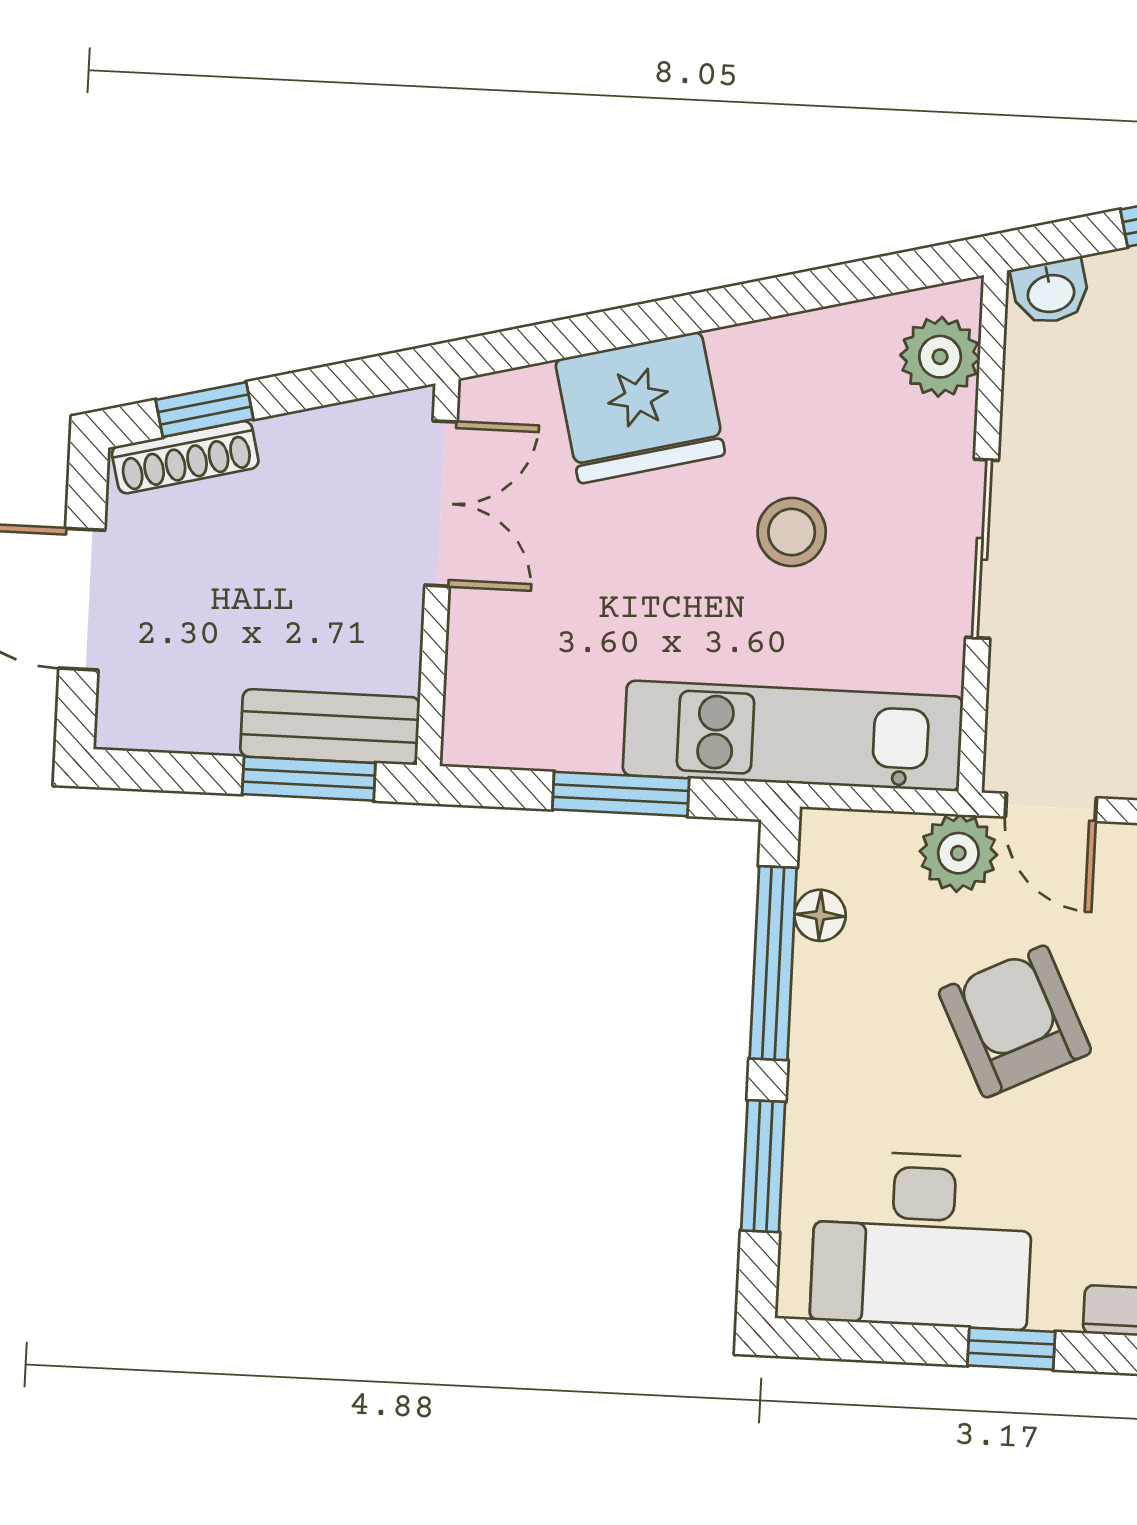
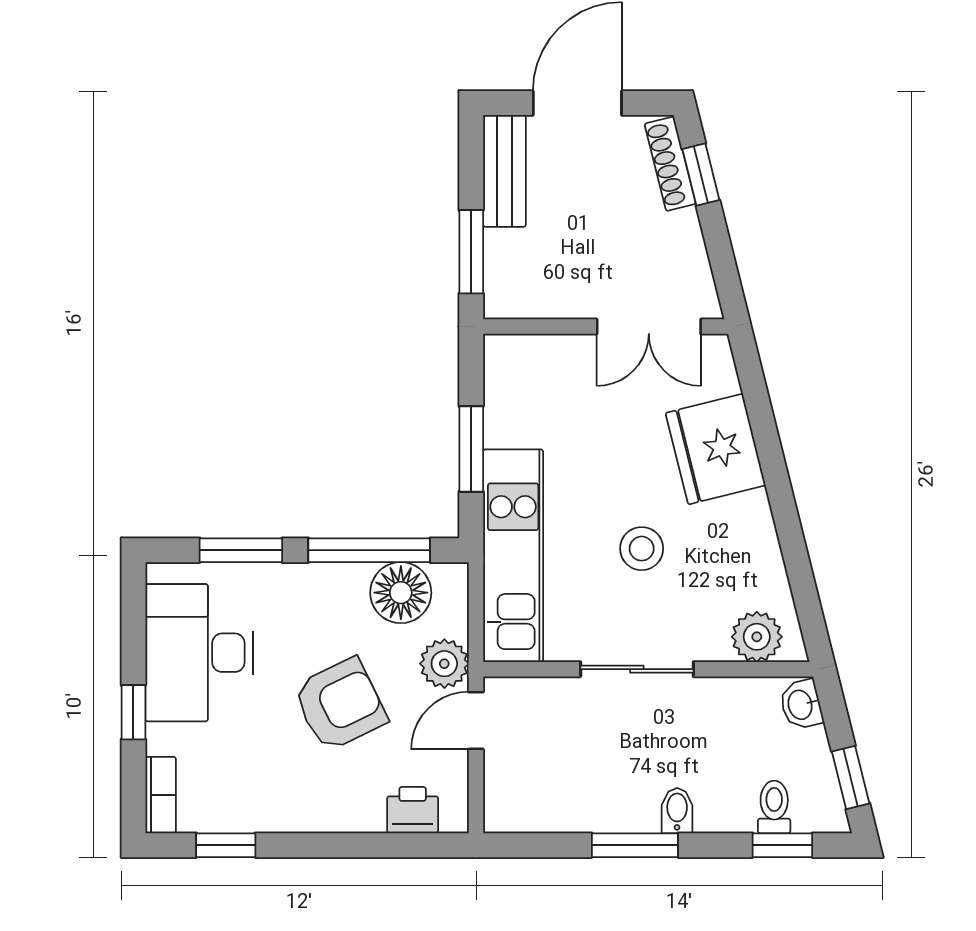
bench: (330, 727) -> (504, 171), moved
floor lamp: (820, 915) -> (401, 593), width x1.89, depth x1.89

